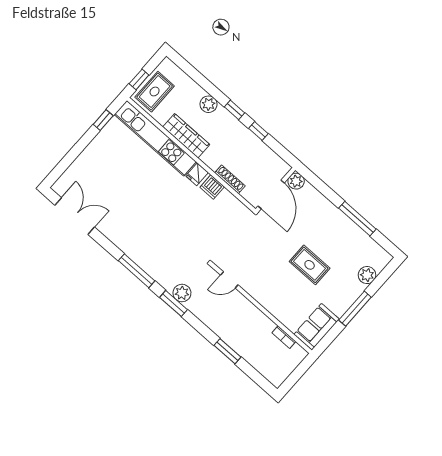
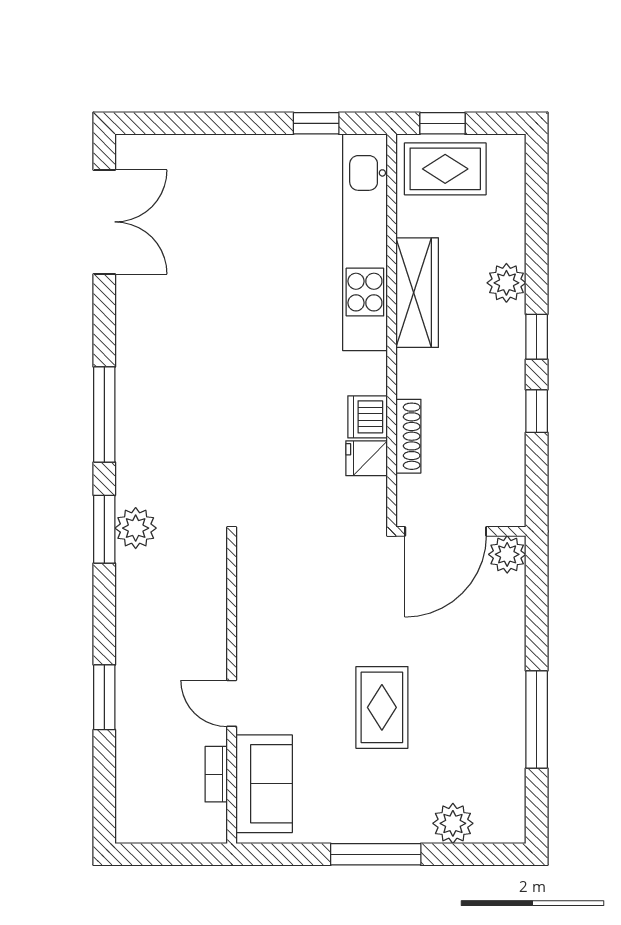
fridge: (197, 174) -> (367, 458), moved
door: (229, 280) -> (232, 703), moved
sofa: (317, 327) -> (264, 784), moved, turned 90

